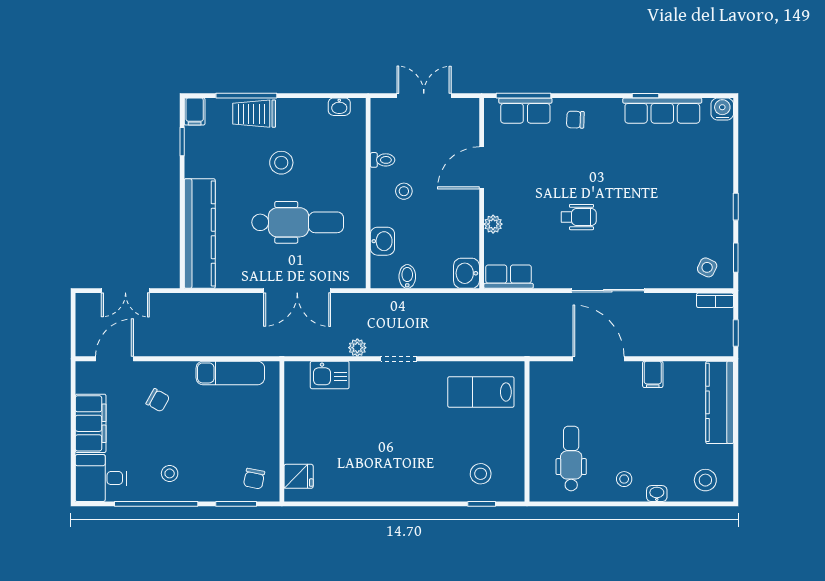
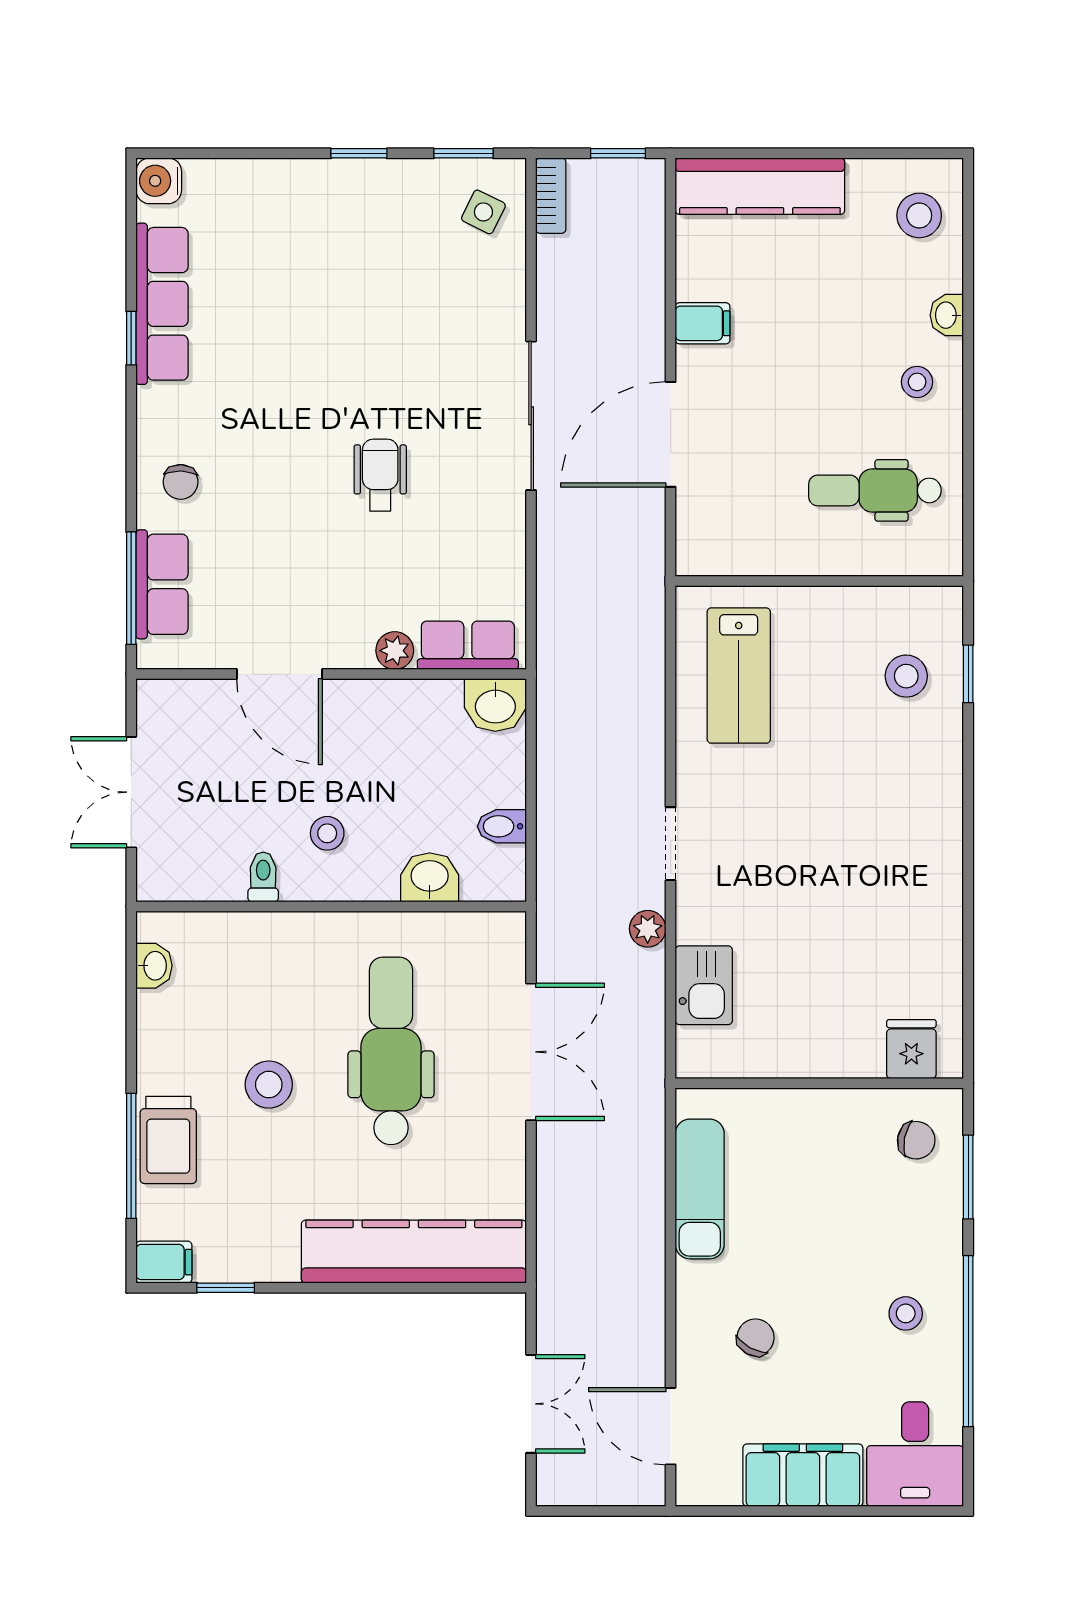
row of seats: (509, 277) -> (468, 645), moved, turned 90

